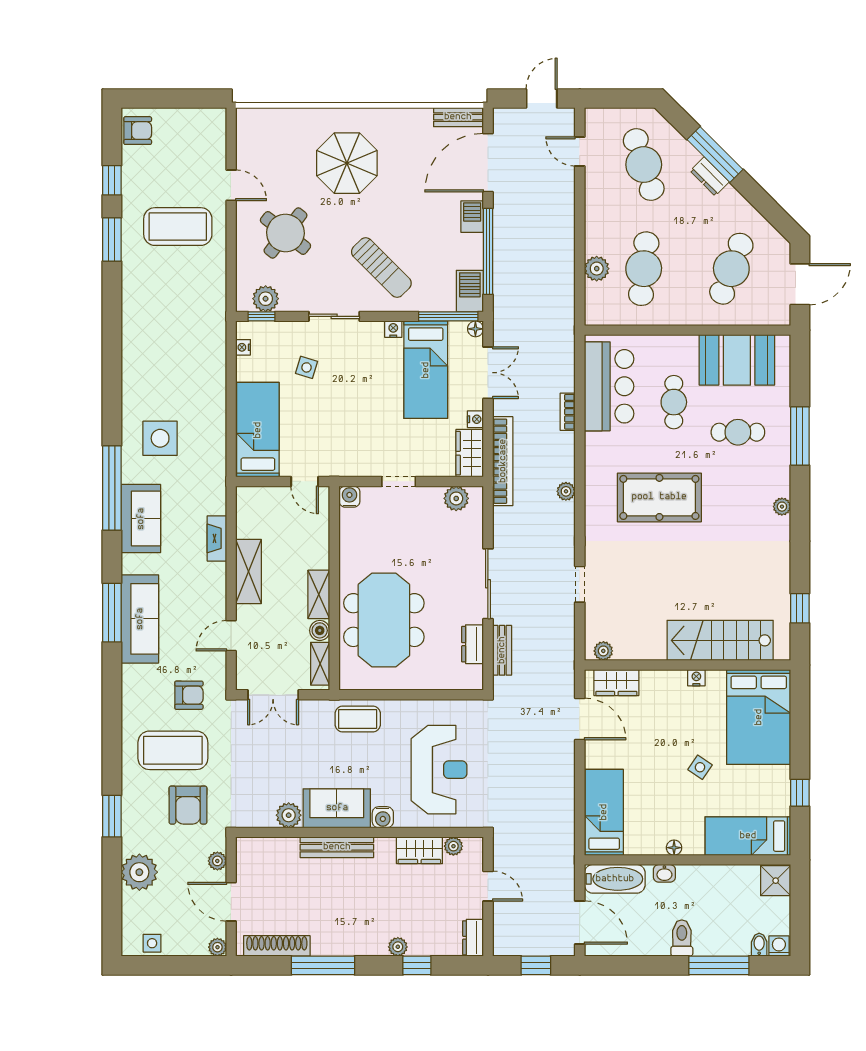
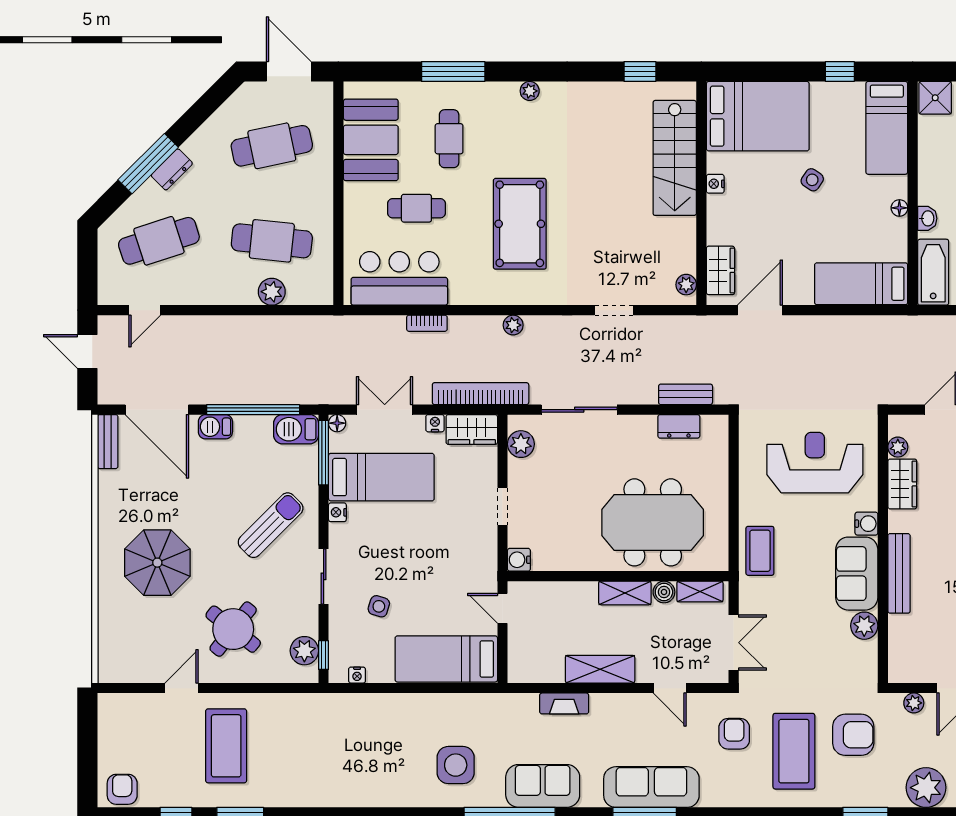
cafe table: (731, 269) -> (272, 146), turned -33
door: (305, 481) -> (502, 608), swing flipped
sliding door: (488, 584) -> (579, 410), moved

